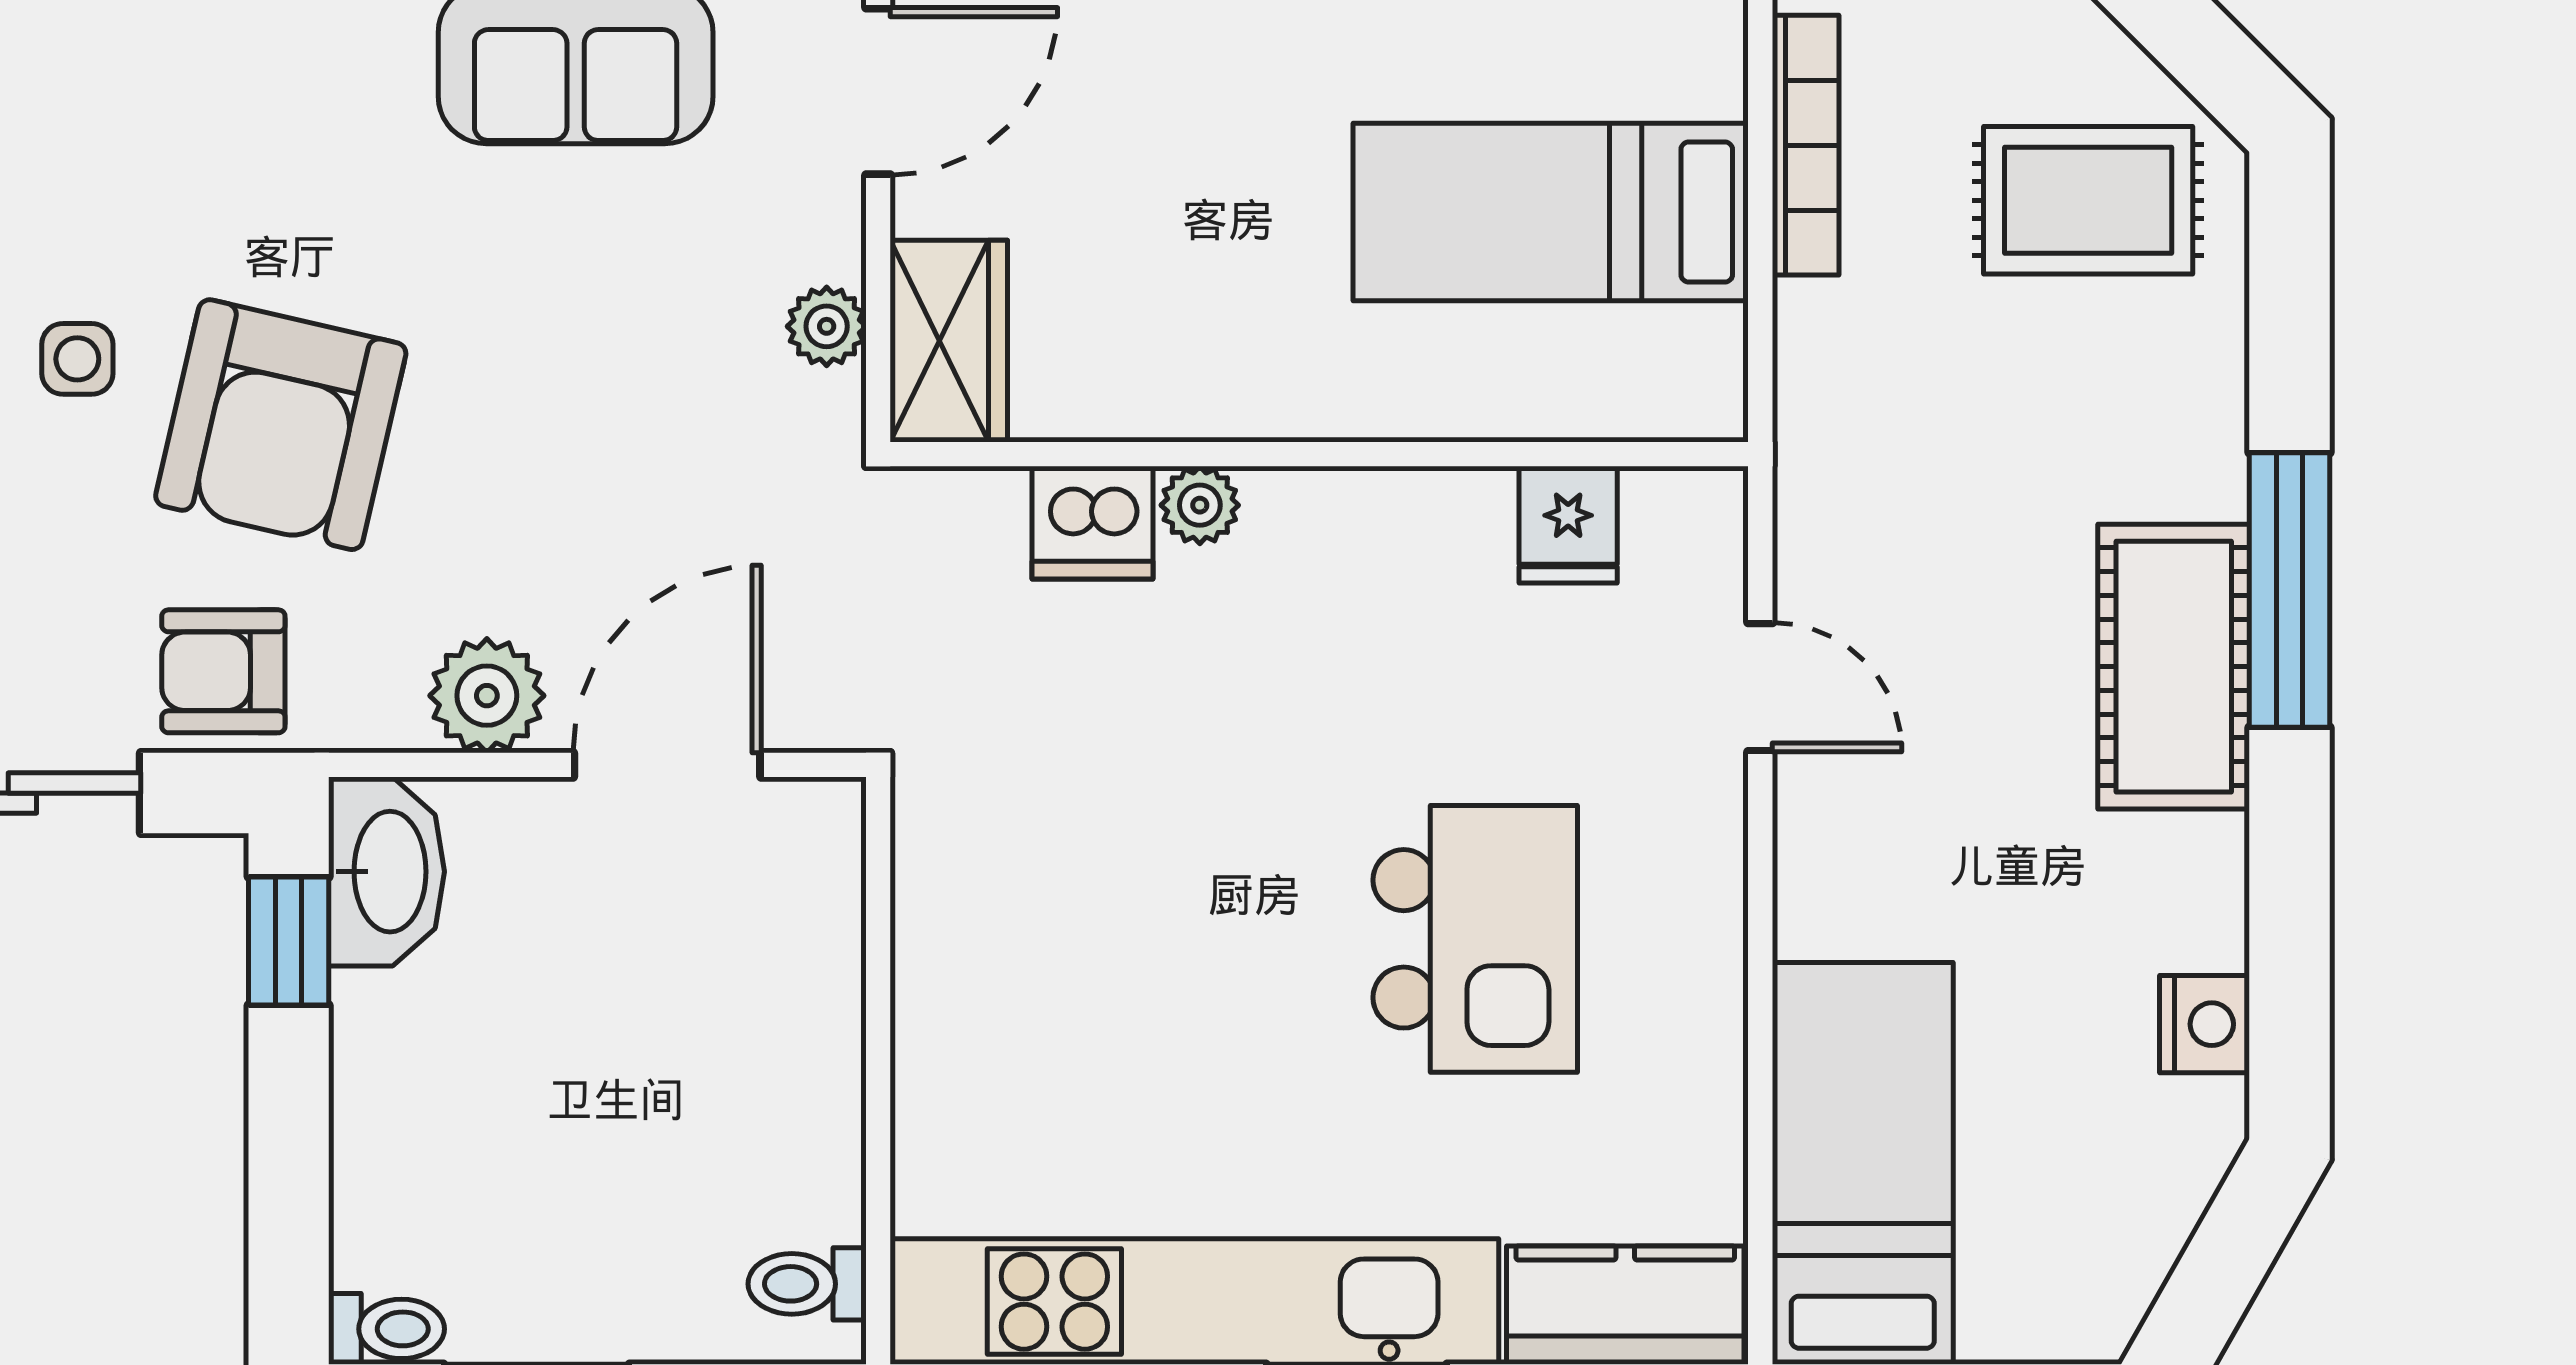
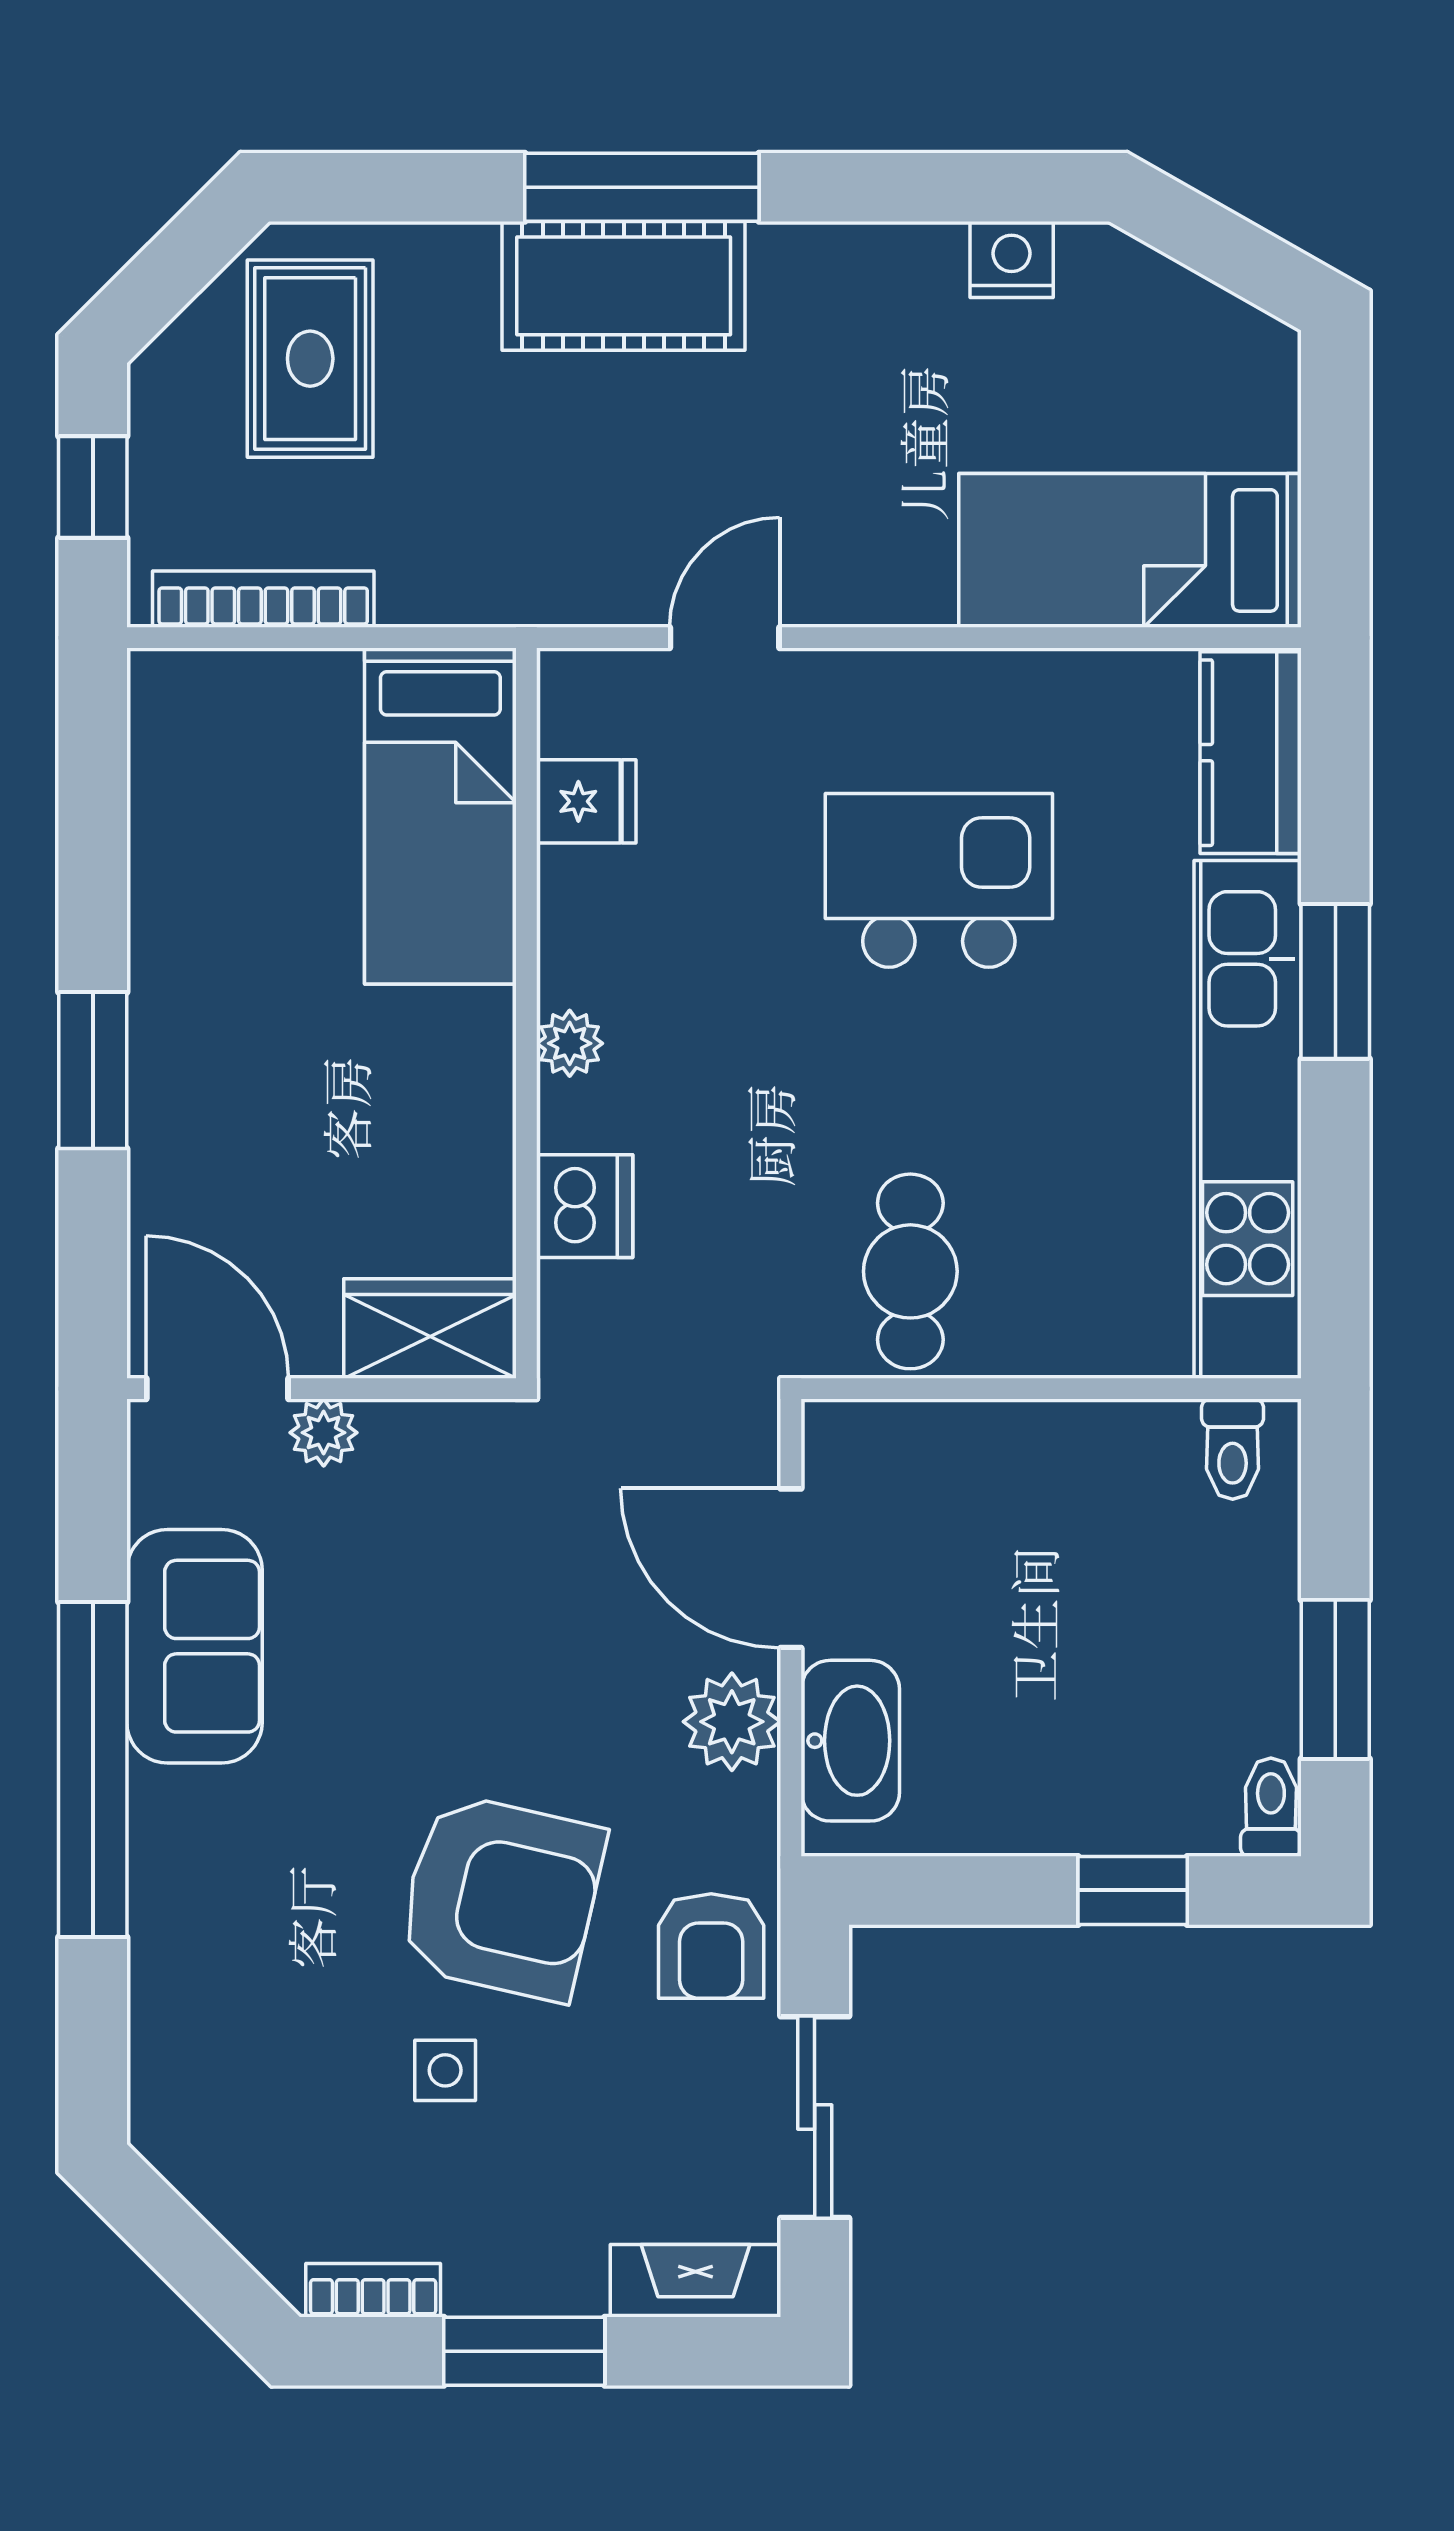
bed: (1551, 212) -> (440, 816), moved
plant: (827, 326) -> (324, 1433), moved
plant: (1200, 505) -> (570, 1043), moved
cot: (2174, 667) -> (624, 286), moved
washbasin: (387, 872) -> (850, 1741), moved, turned 90
cafe table: (1016, 905) -> (910, 1271), added
window: (289, 941) -> (1133, 1890), moved

